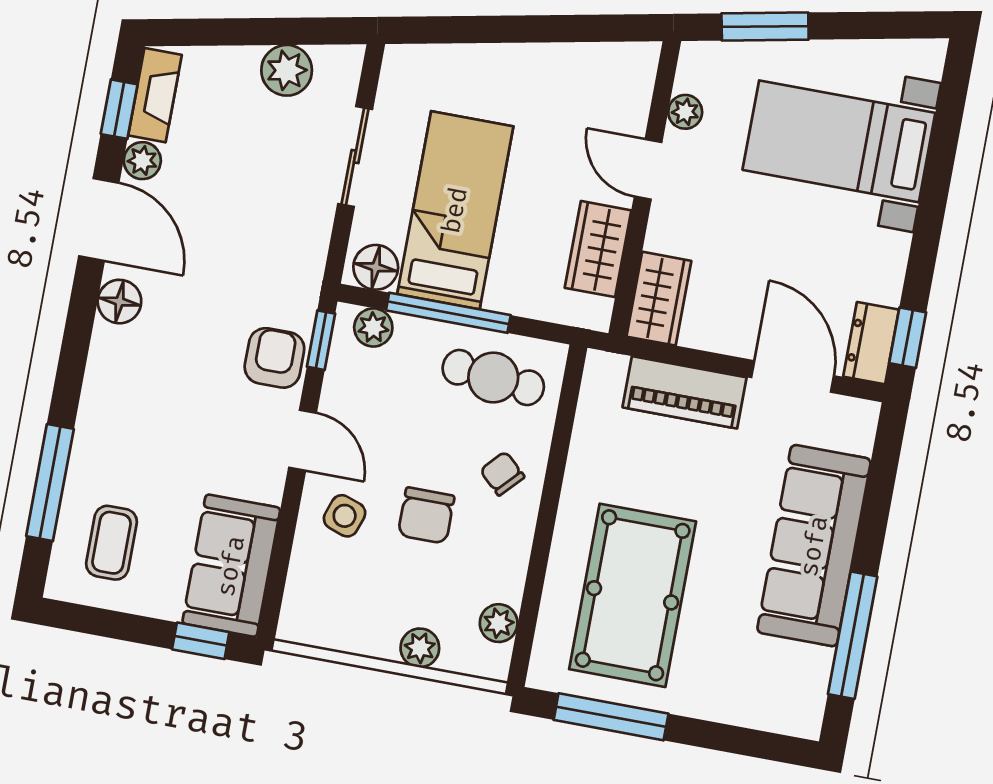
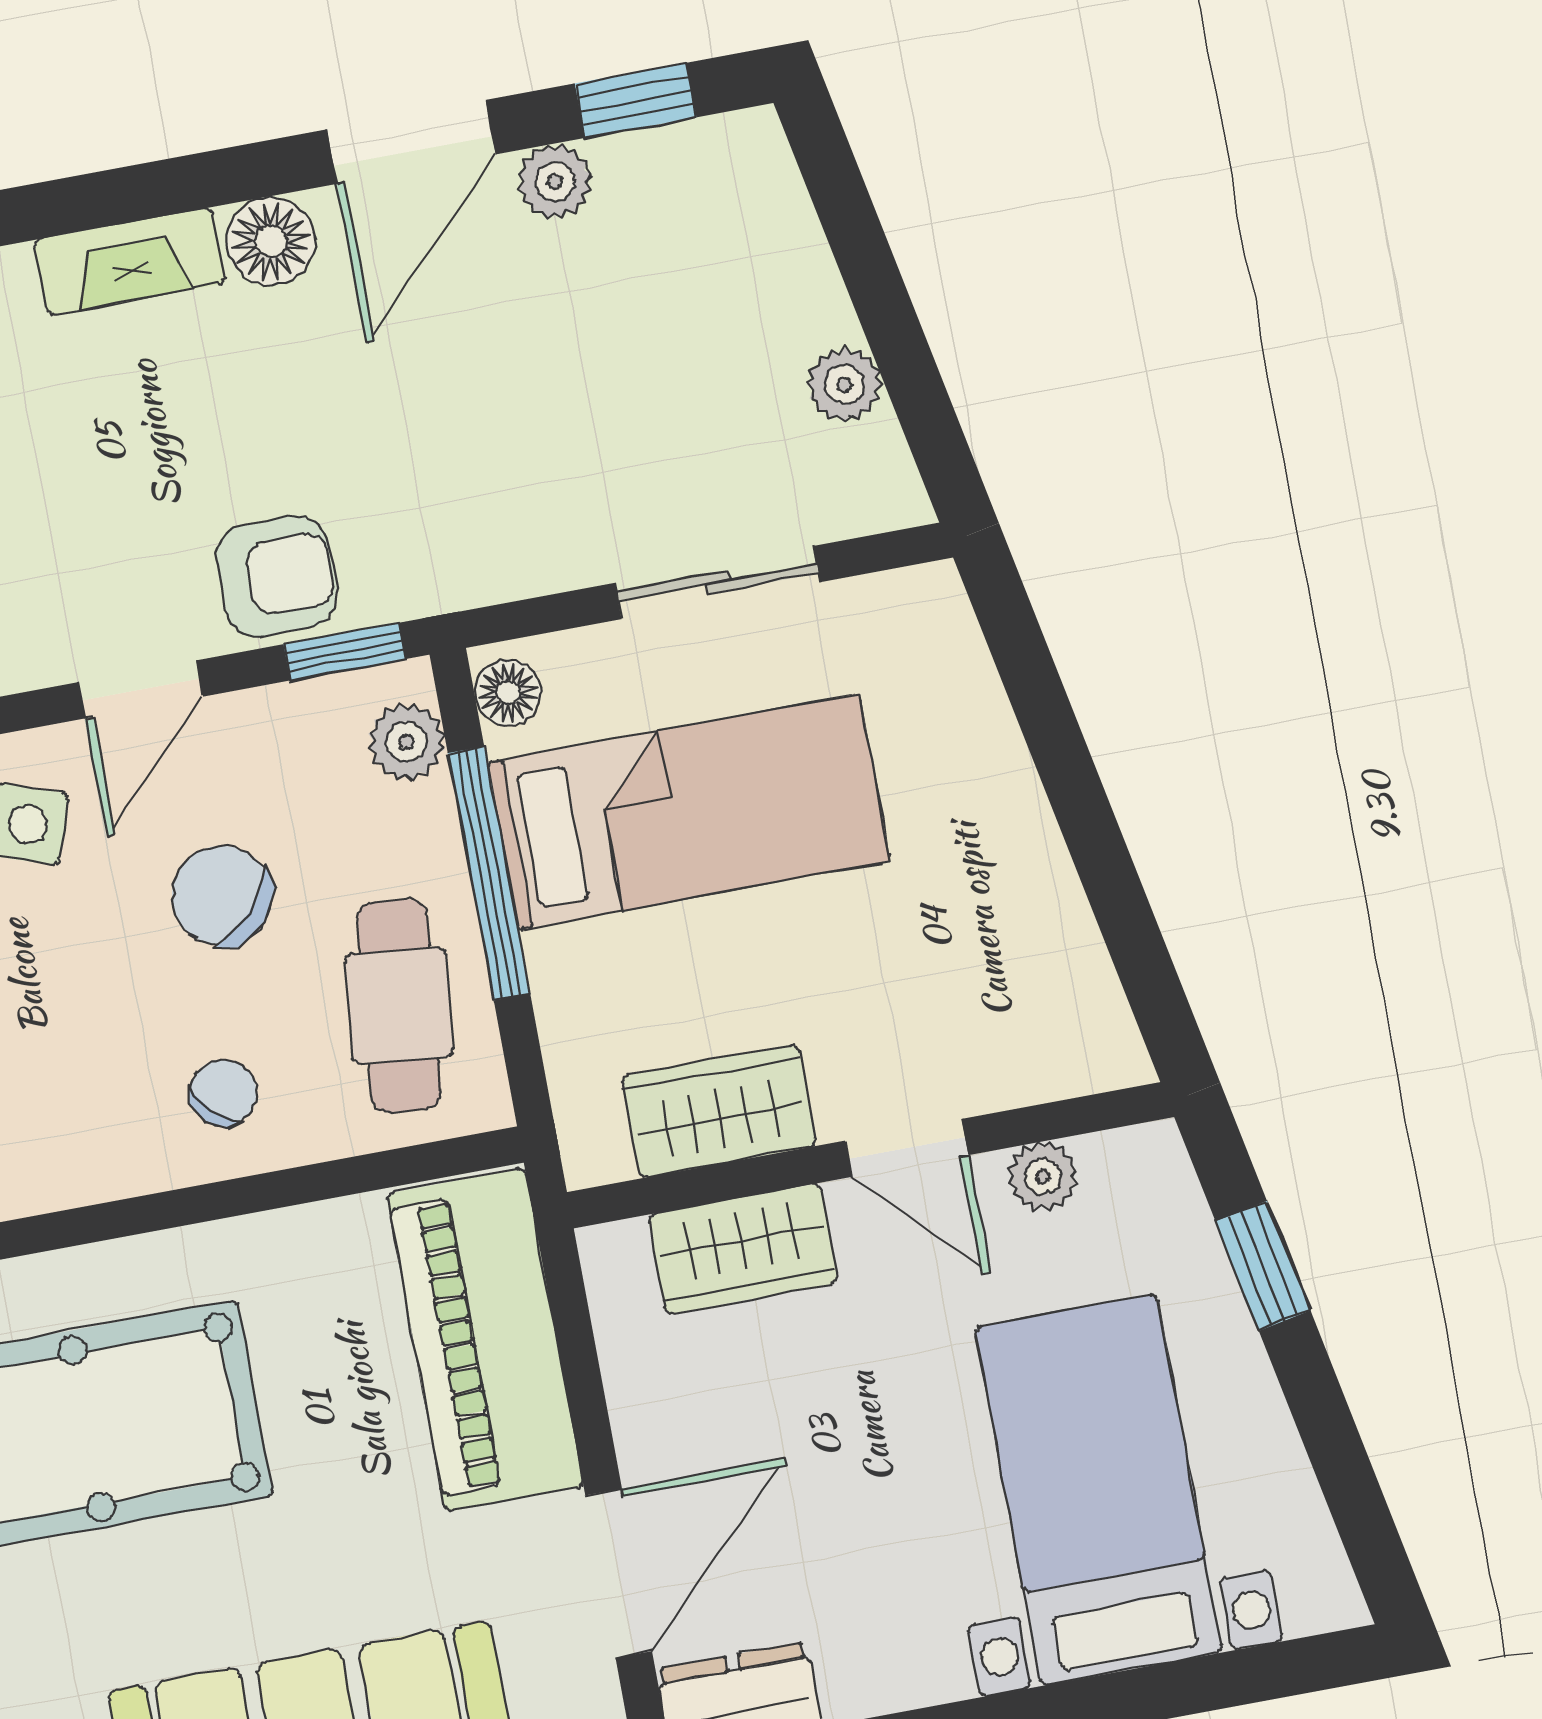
window: (765, 27) -> (1263, 1266), width x0.67
plant: (287, 70) -> (844, 385), width x0.73, depth x0.73
fireplace: (155, 95) -> (130, 262), moved
door: (648, 169) -> (907, 1148), swing flipped
floor lamp: (376, 267) -> (508, 693), width x0.73, depth x0.73
wardrobe: (659, 299) -> (743, 1249), moved
piano: (685, 392) -> (485, 1340), width x1.37, depth x1.33
chair: (426, 516) -> (222, 896), moved, turned 42

